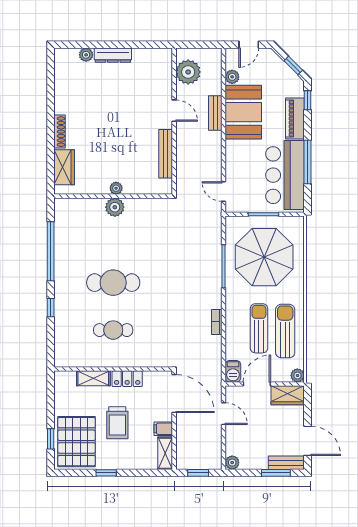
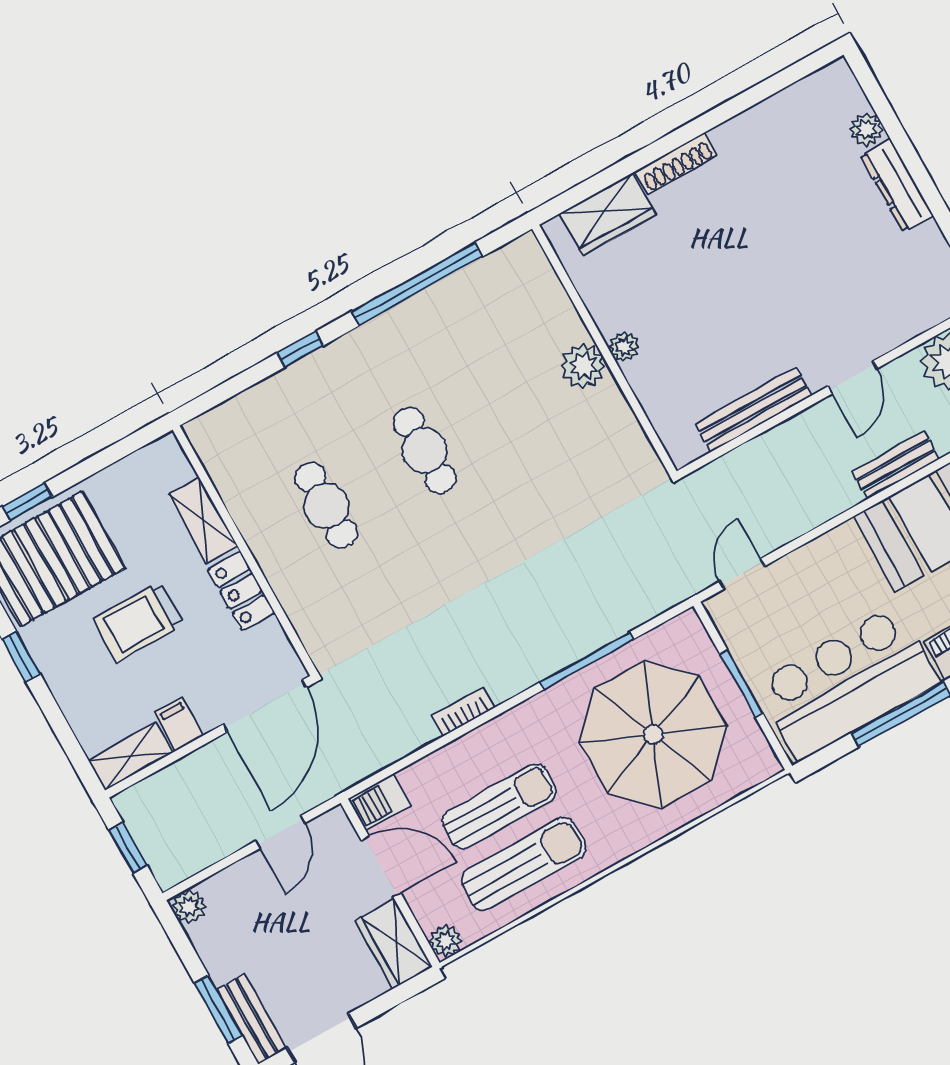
cafe table: (113, 283) -> (425, 450), width x0.73, depth x0.74

